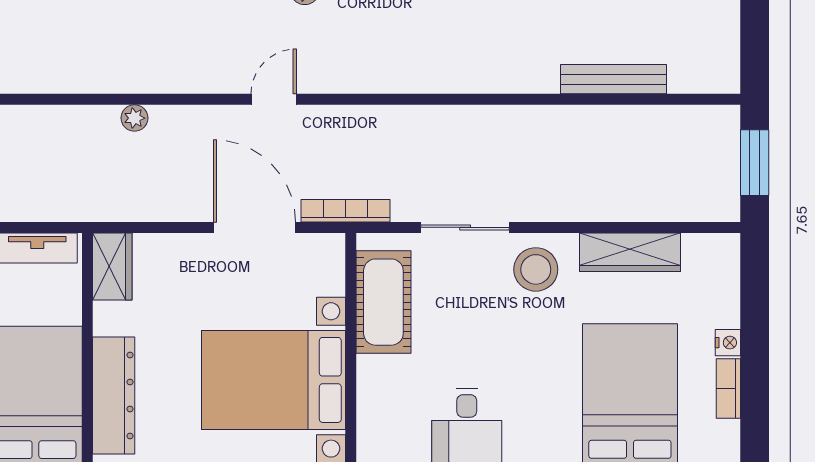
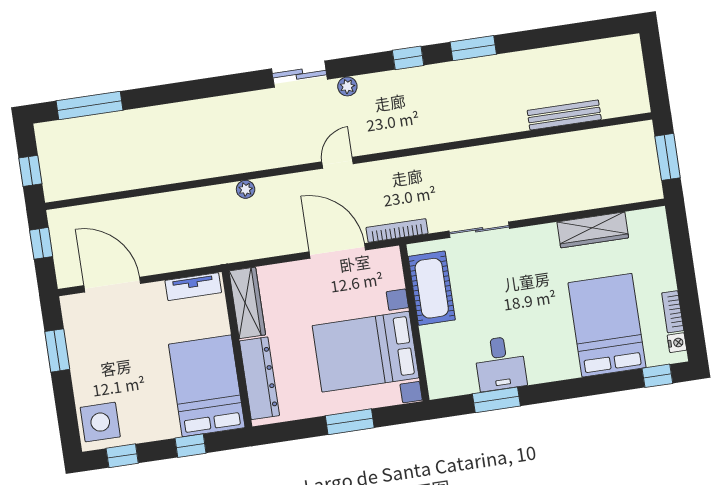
wardrobe: (112, 266) -> (247, 303), width x1.50
stool: (536, 269) -> (531, 251), removed
nightstand: (728, 343) -> (677, 343), moved

